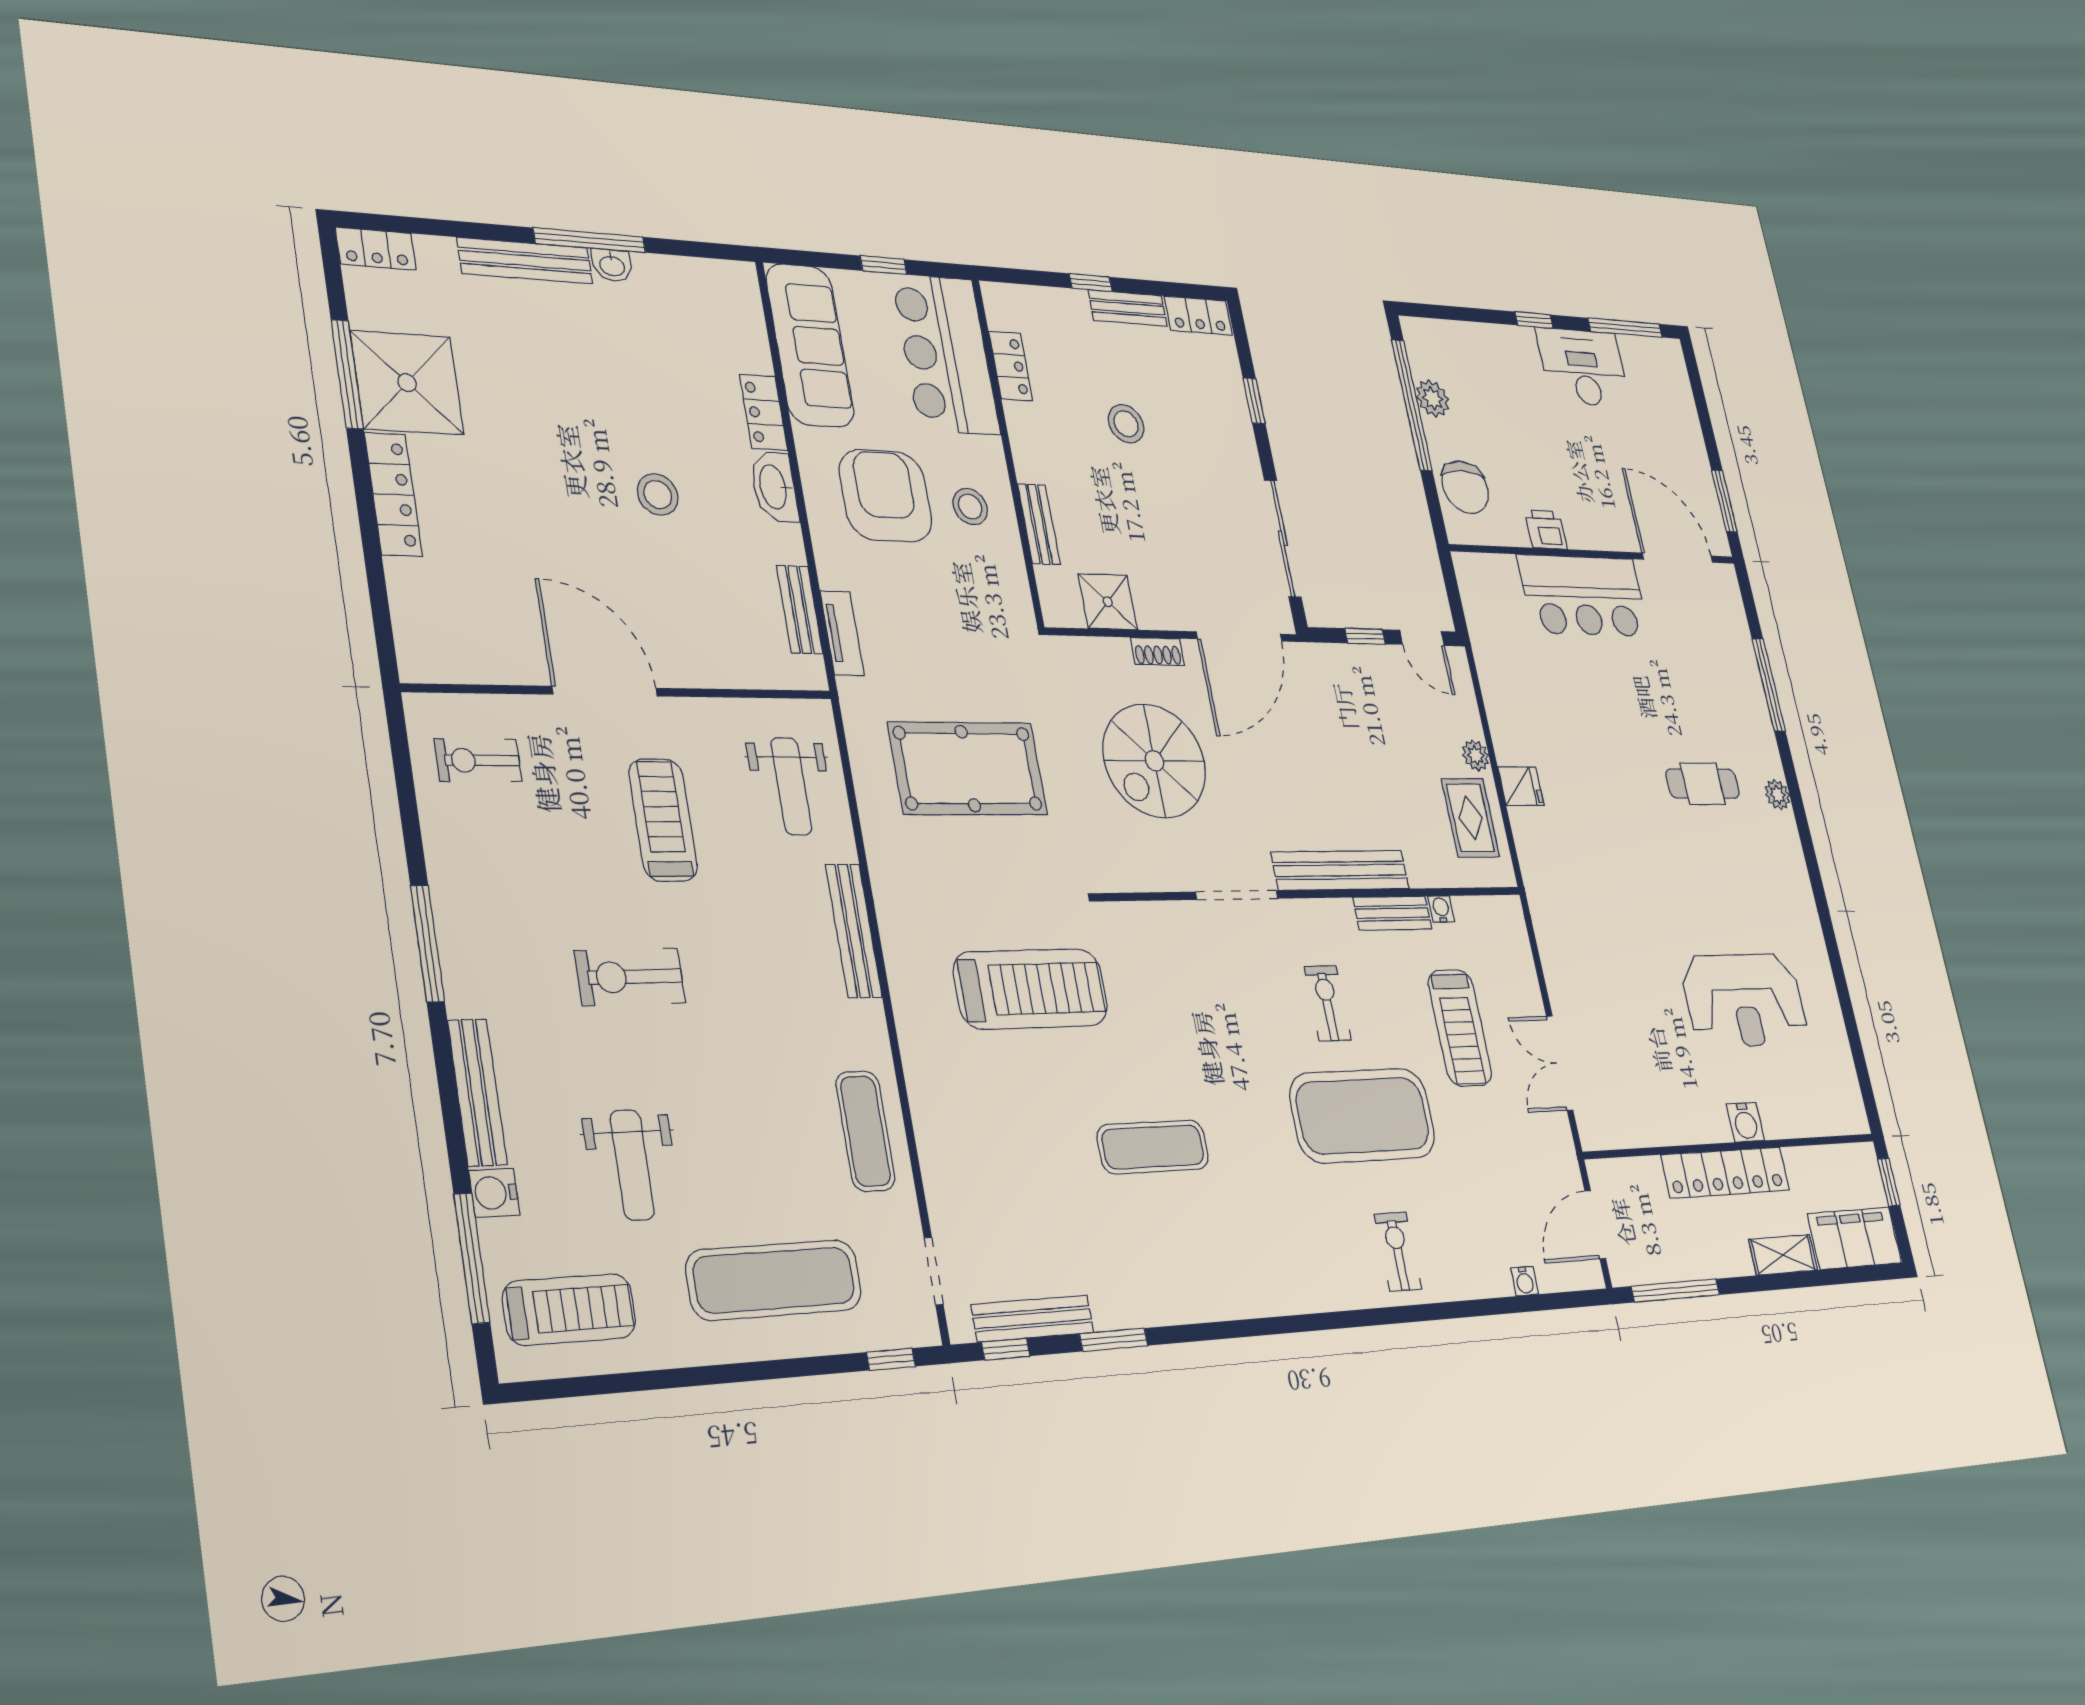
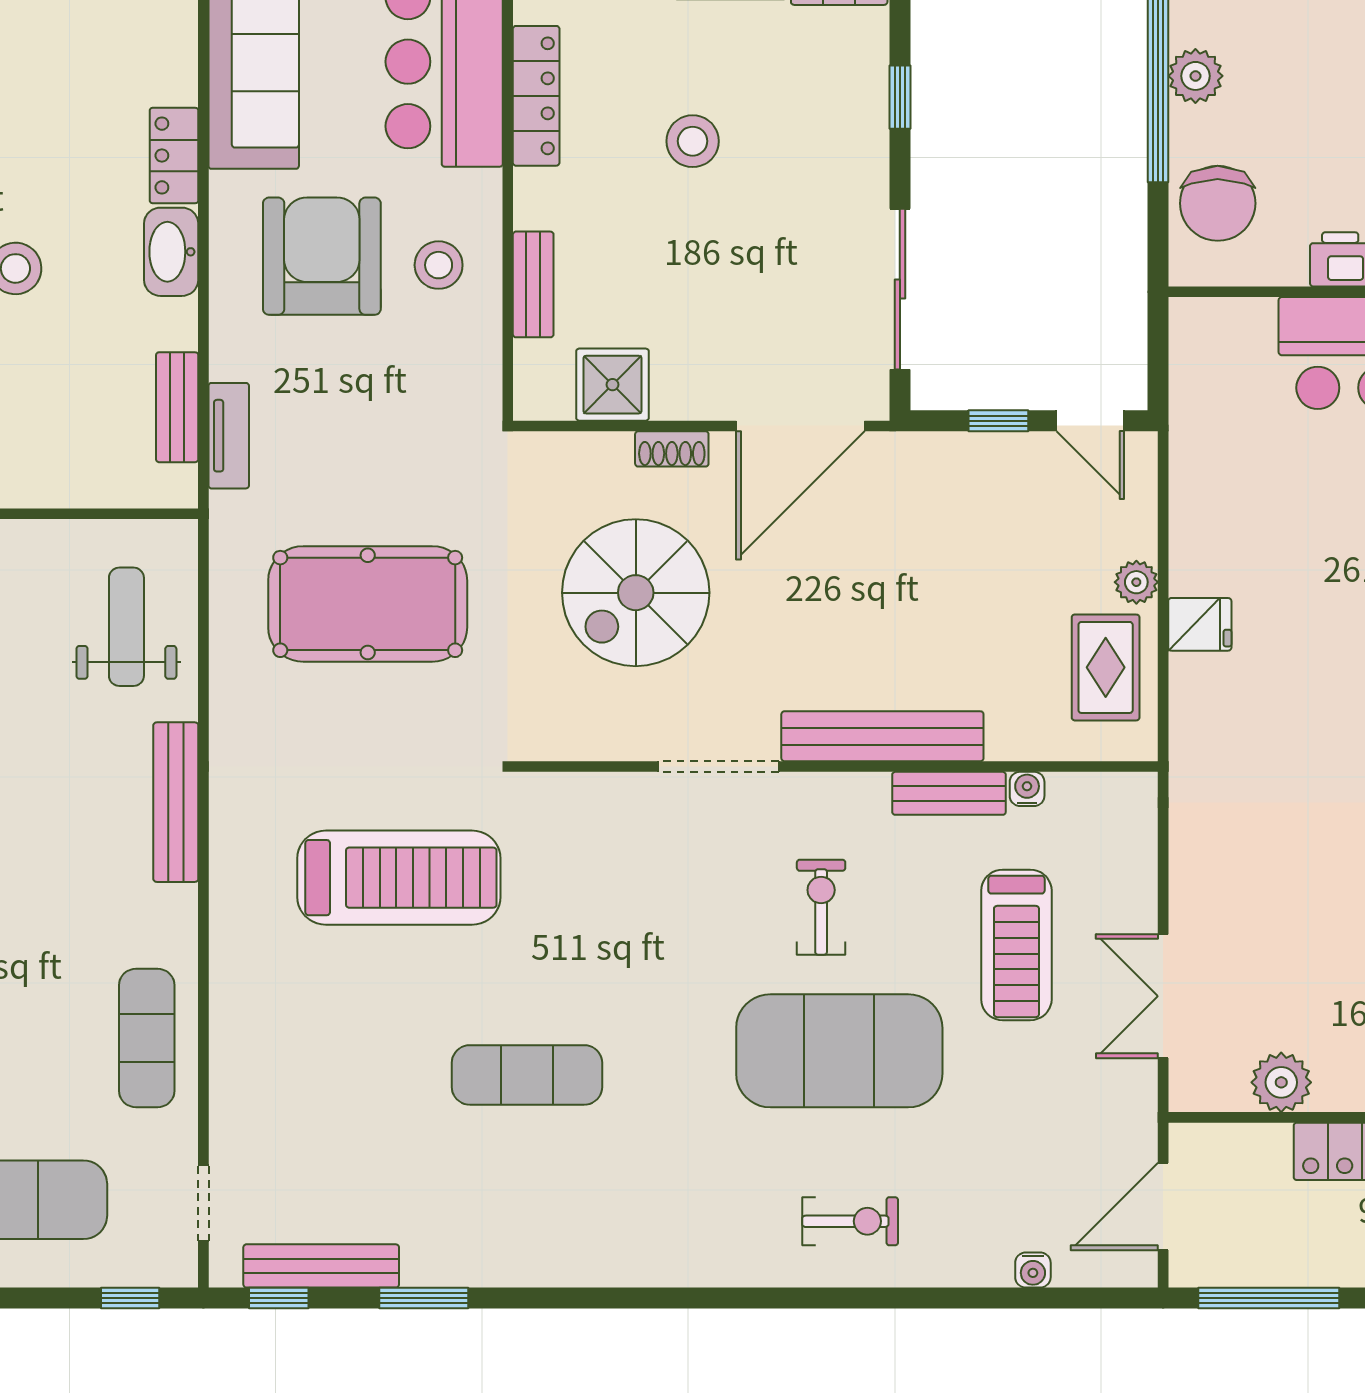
locker: (1011, 366) -> (536, 96), width x1.53
weight bench: (791, 786) -> (126, 627), turned 180
plant: (1646, 1125) -> (1281, 1082), added
exercise bike: (1398, 1252) -> (850, 1221), turned 90

